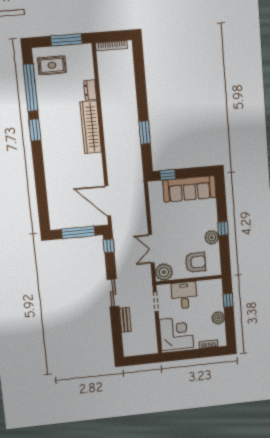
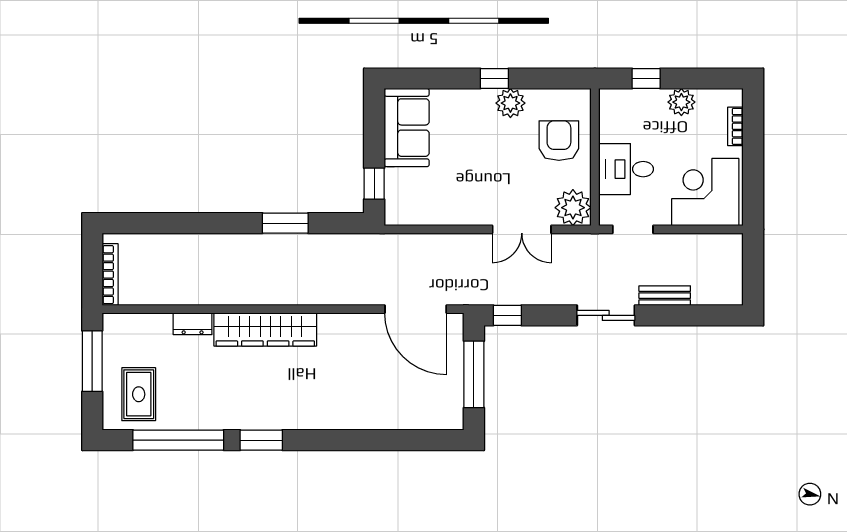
sofa: (189, 189) -> (407, 128), width x0.73
door: (108, 201) -> (416, 309), hinge flipped

